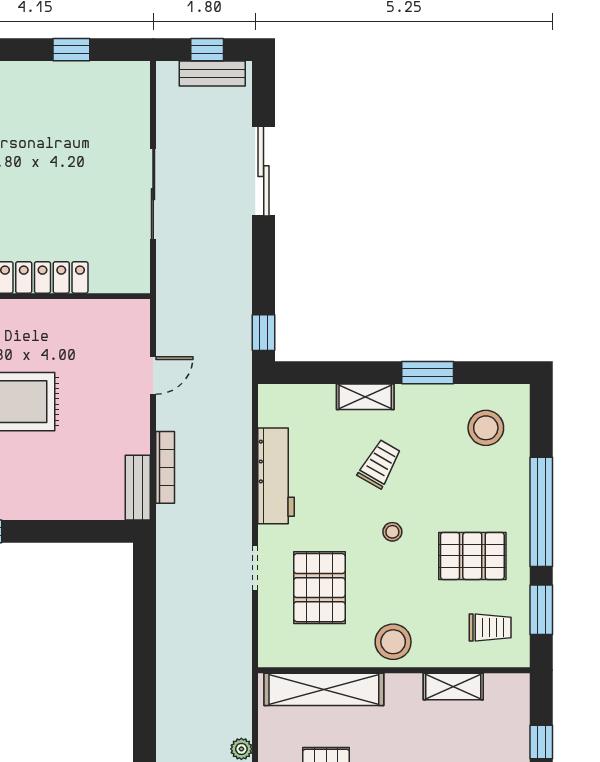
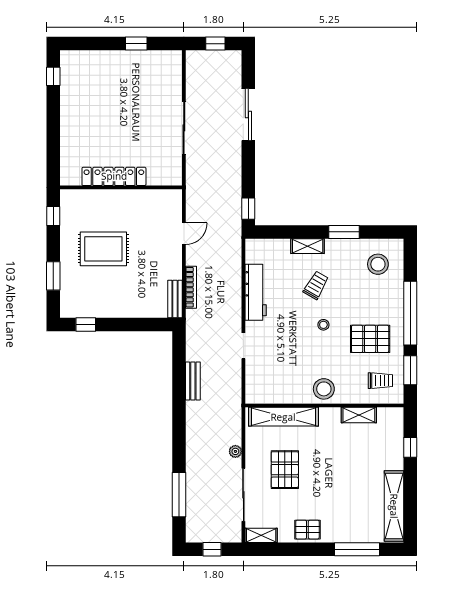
bench: (212, 73) -> (193, 381), moved, turned 90
pallet: (319, 588) -> (281, 357), removed

